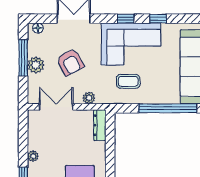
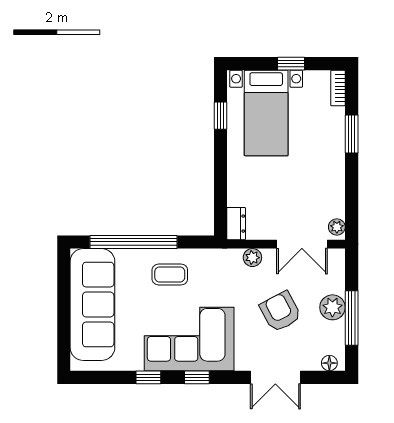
coffee table: (128, 81) -> (170, 274), moved
dresser: (100, 125) -> (236, 224), width x0.70
plant: (33, 156) -> (337, 227), moved

